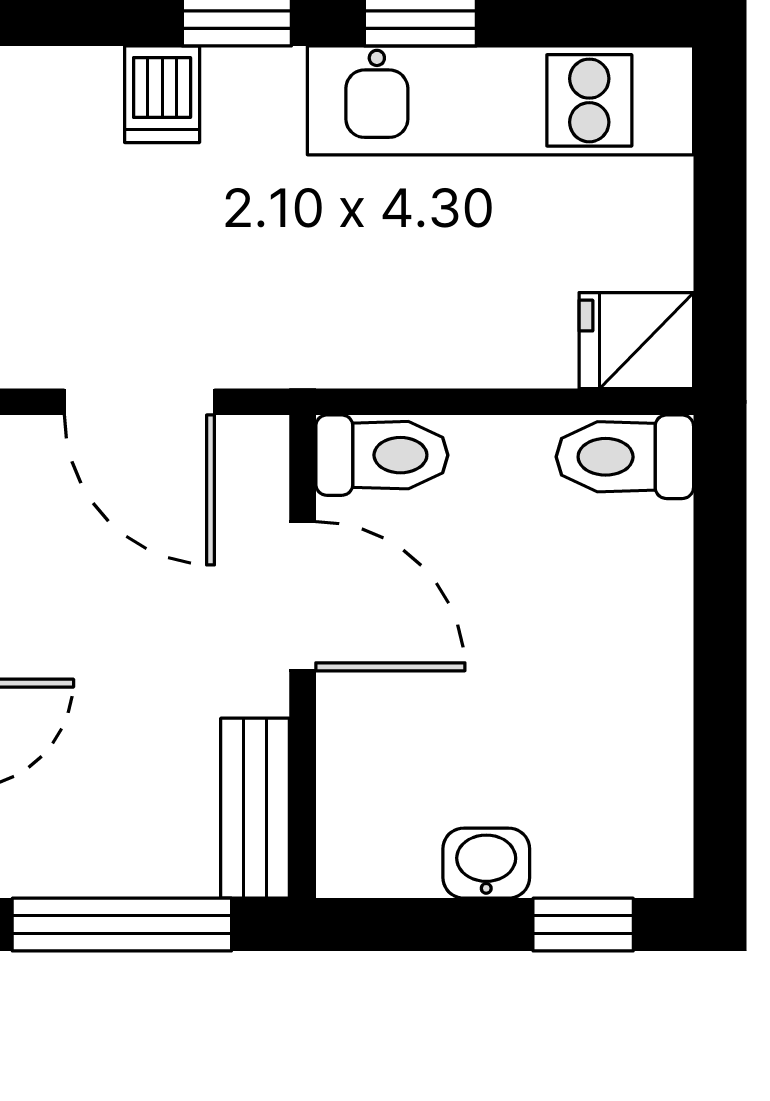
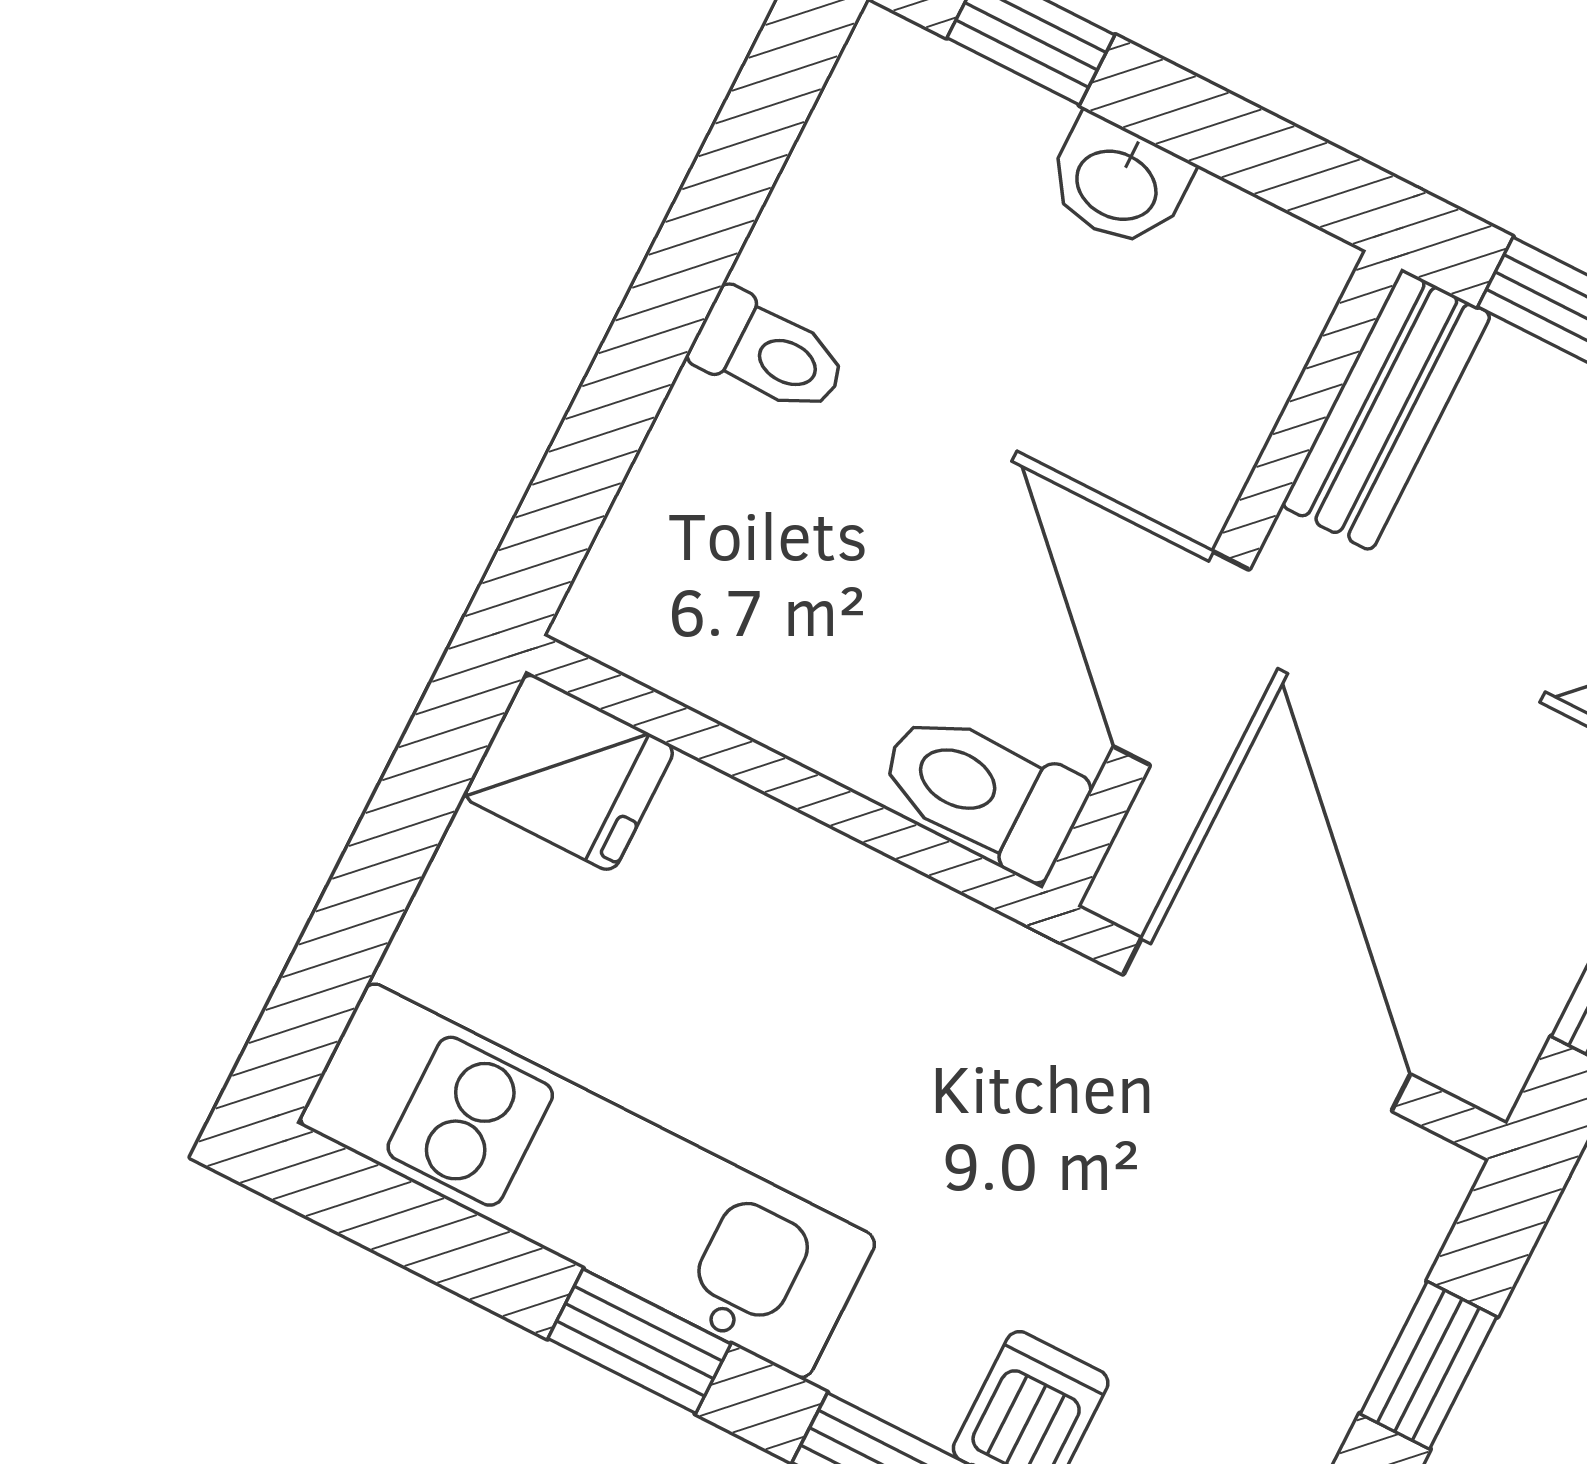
door: (139, 402) -> (1267, 1025), width x1.36
toilet: (625, 457) -> (769, 353), moved, width x0.73, depth x0.72

